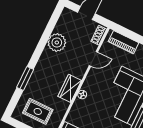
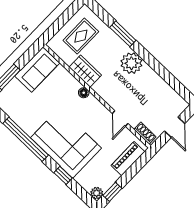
plant: (57, 42) -> (131, 63), moved
wardrobe: (70, 88) -> (85, 71), moved

